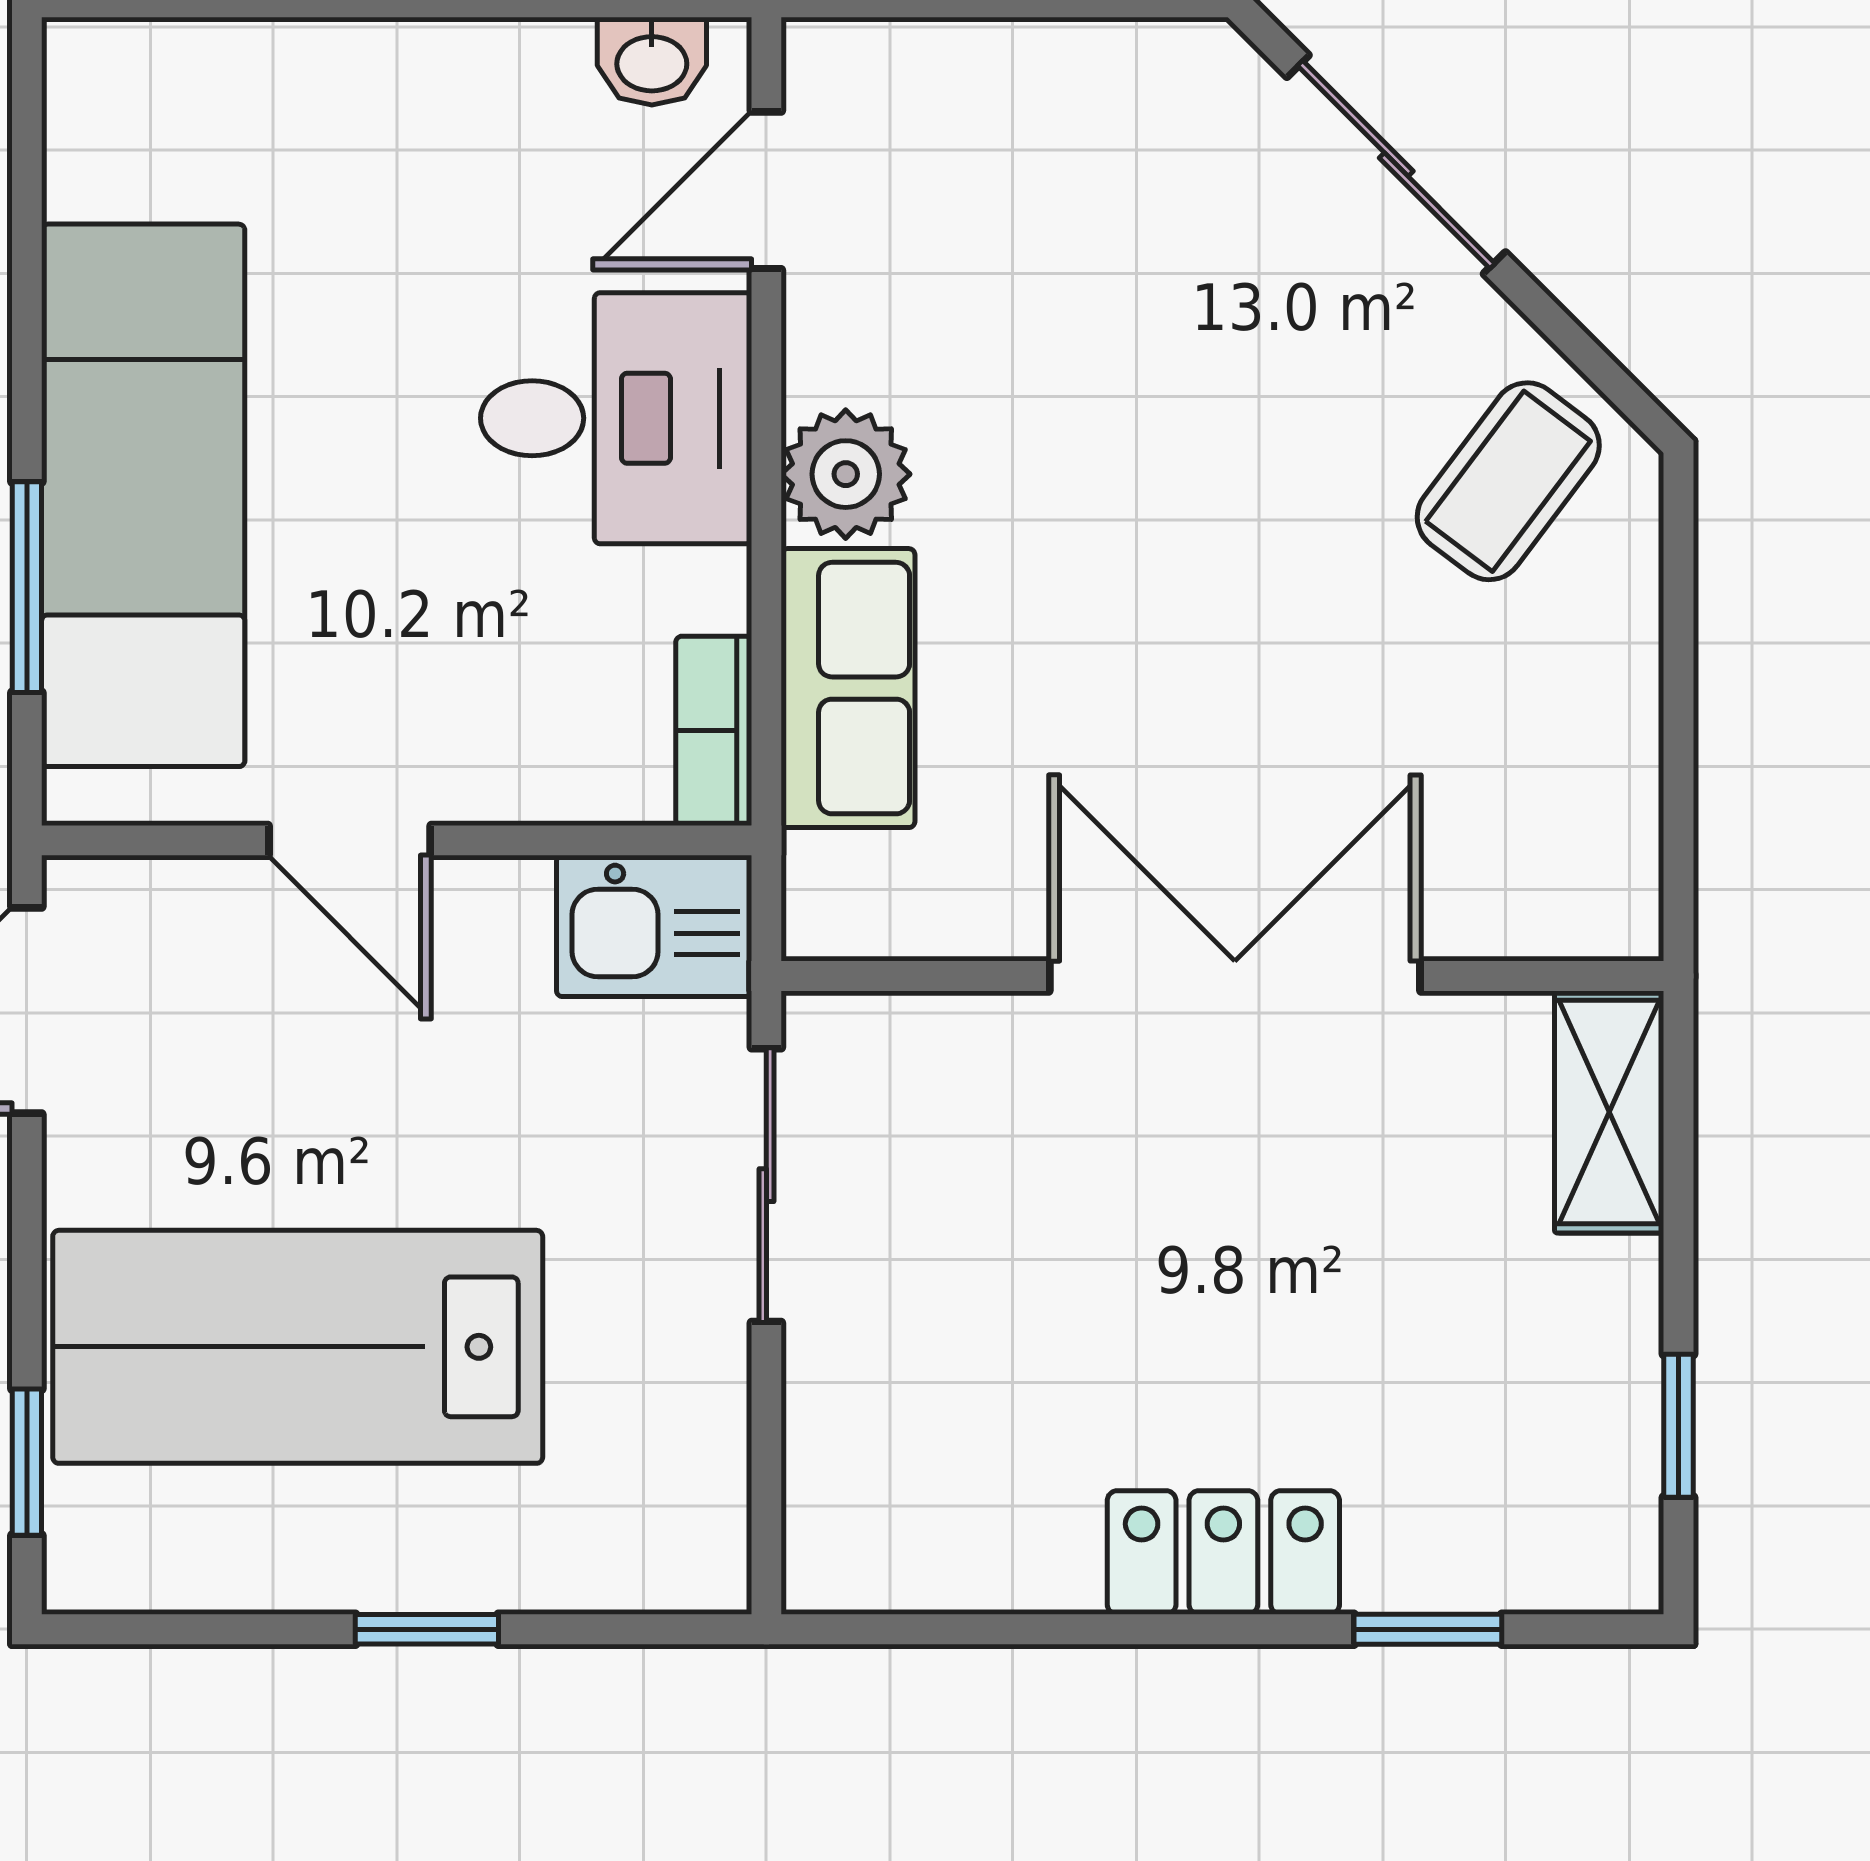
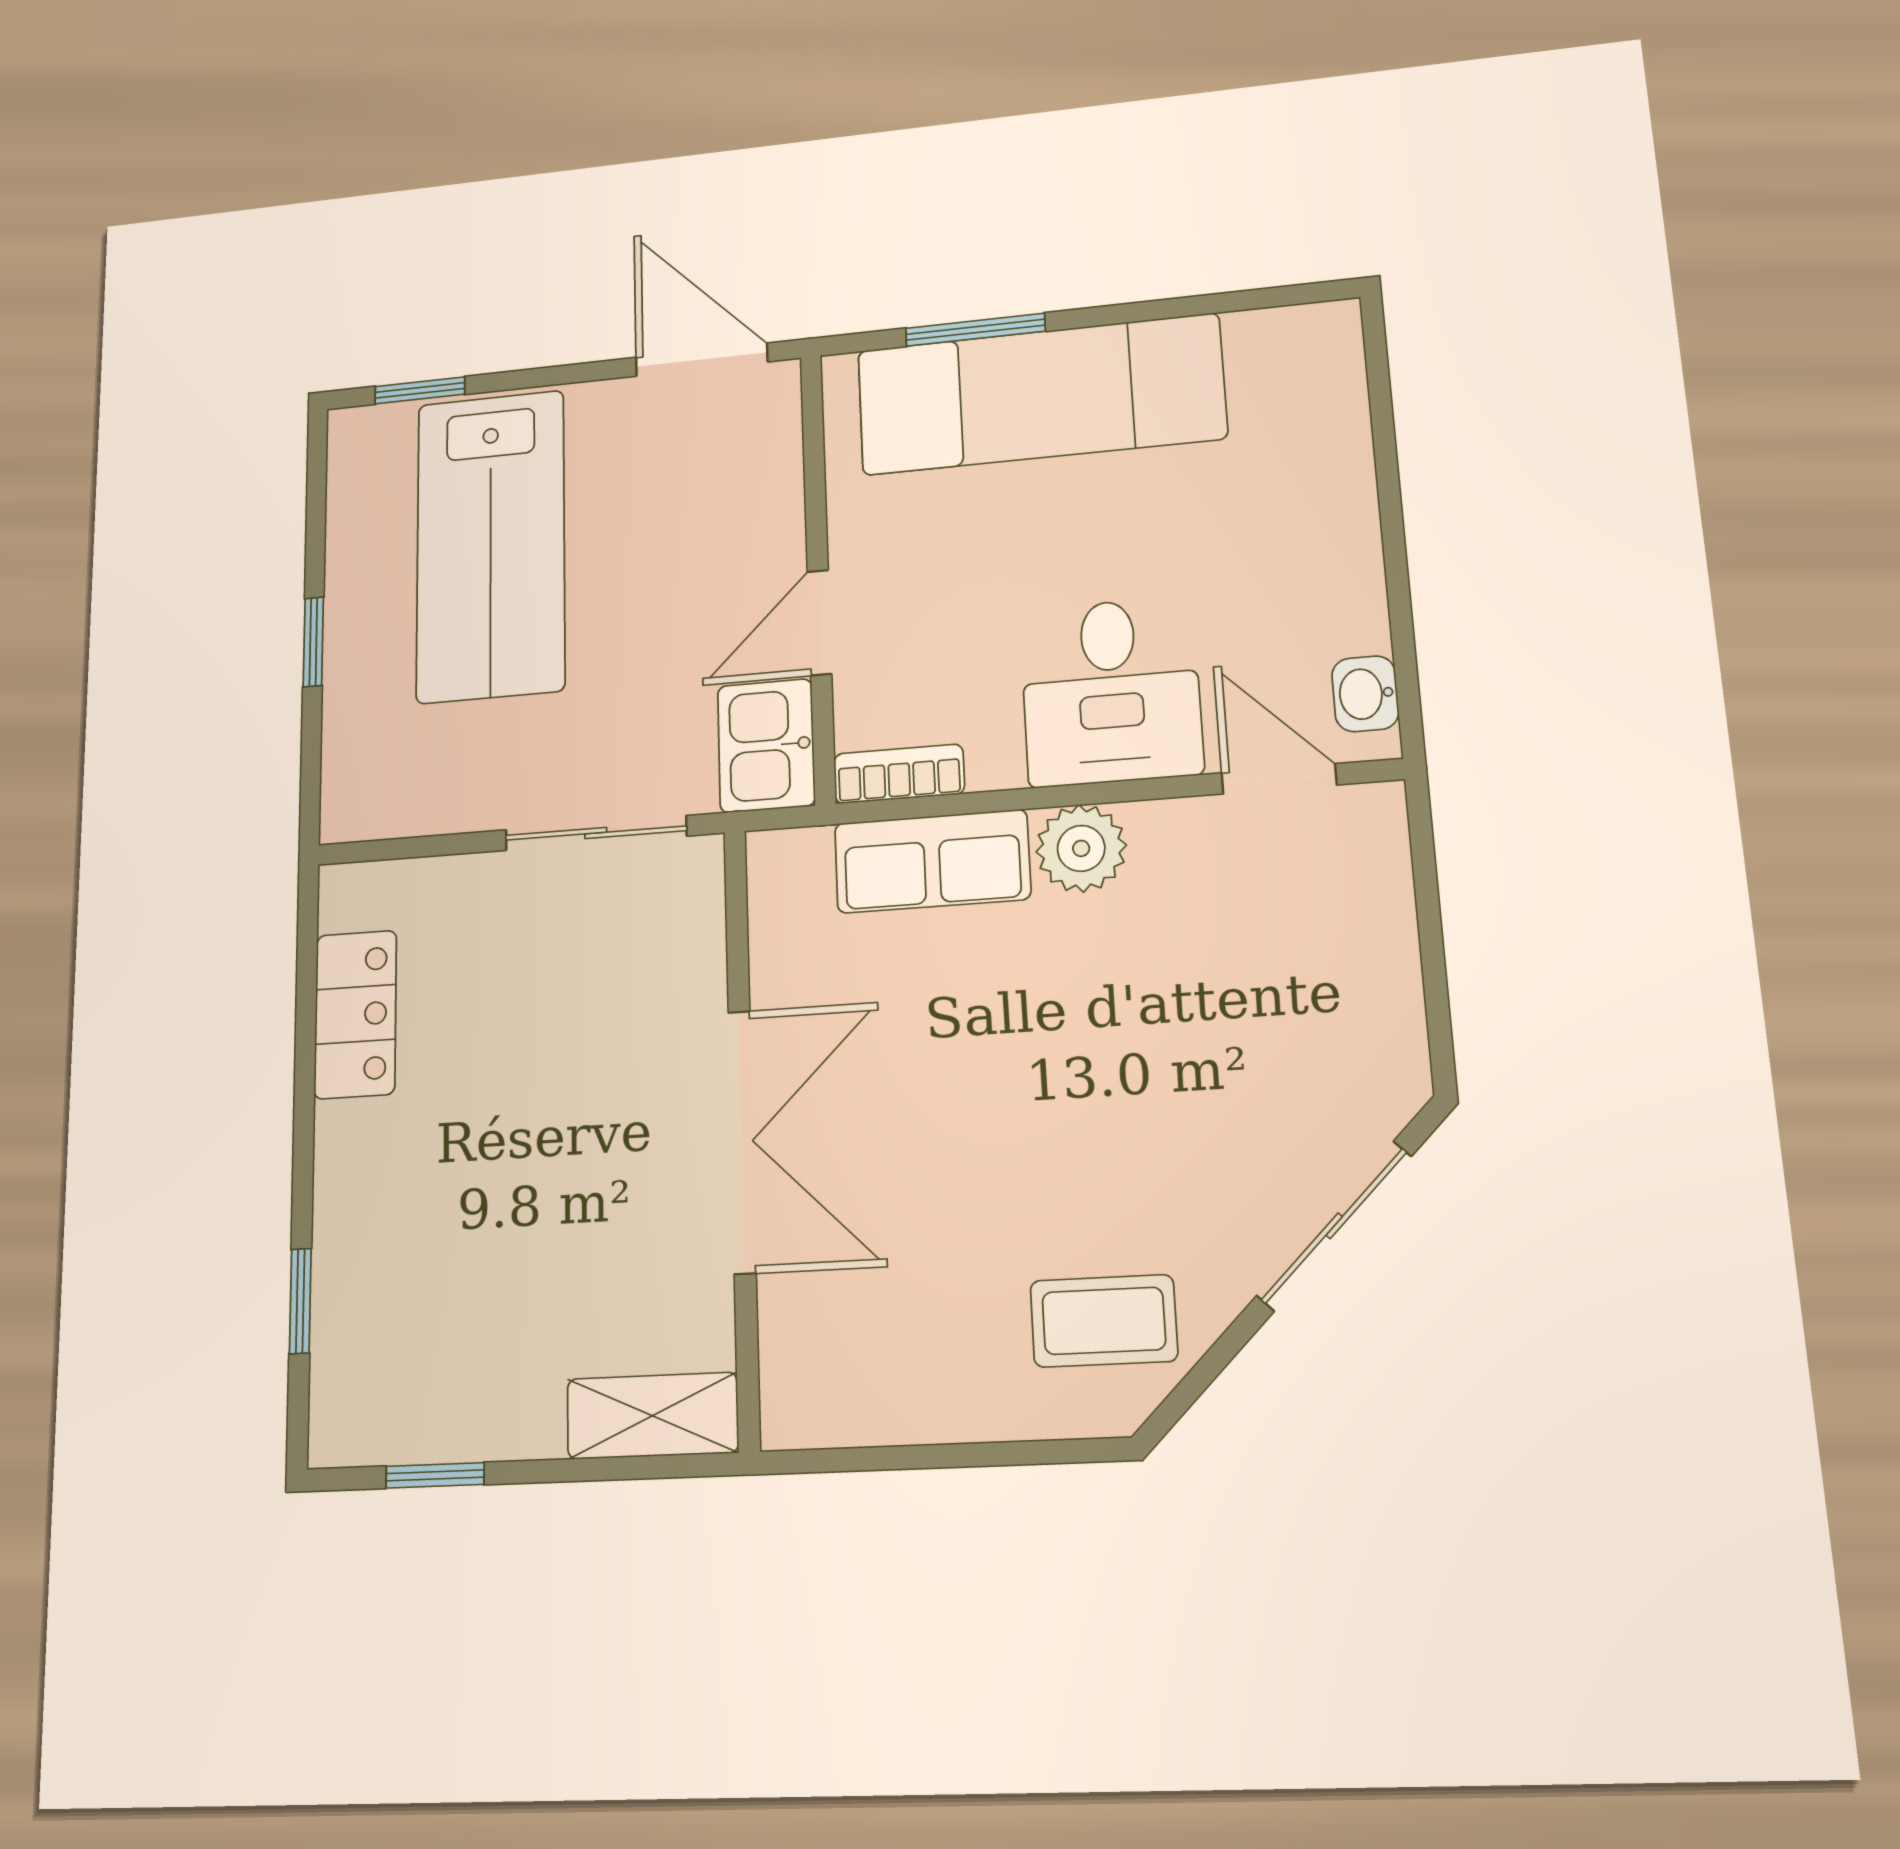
coffee table: (1508, 481) -> (1104, 1321), turned -37
door: (350, 840) -> (819, 623), moved
lab bench: (298, 1347) -> (490, 546), turned 180
locker: (1223, 1552) -> (355, 1014), moved

